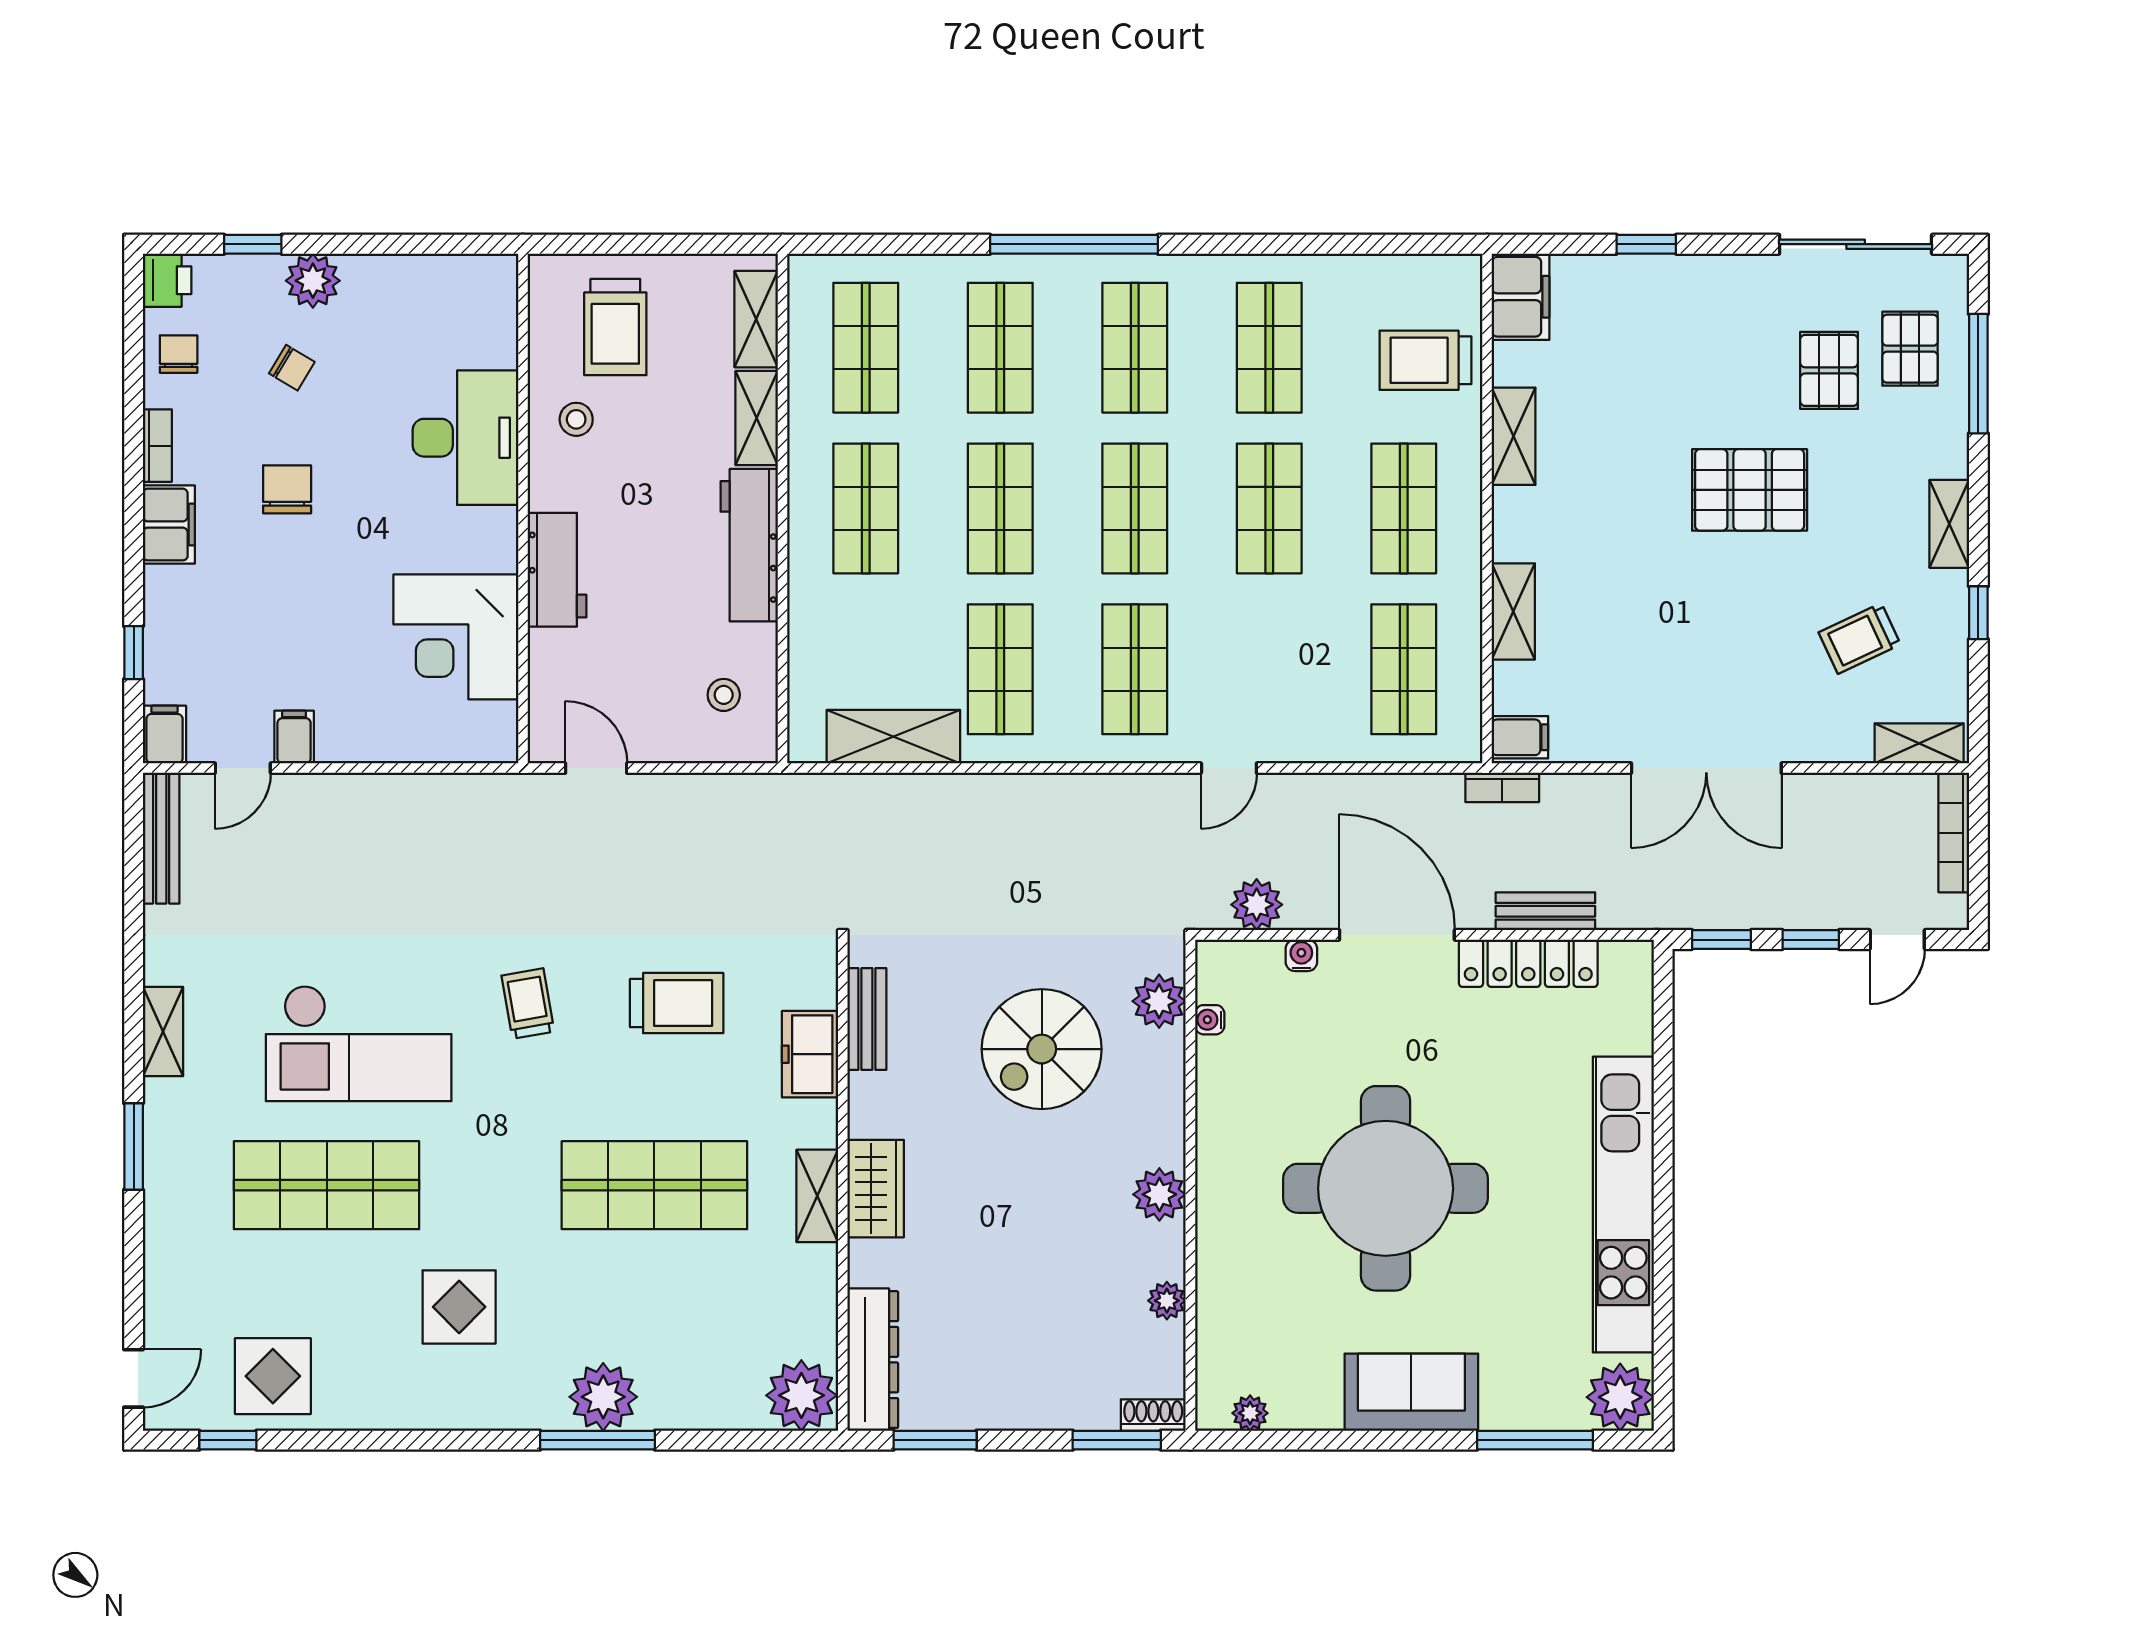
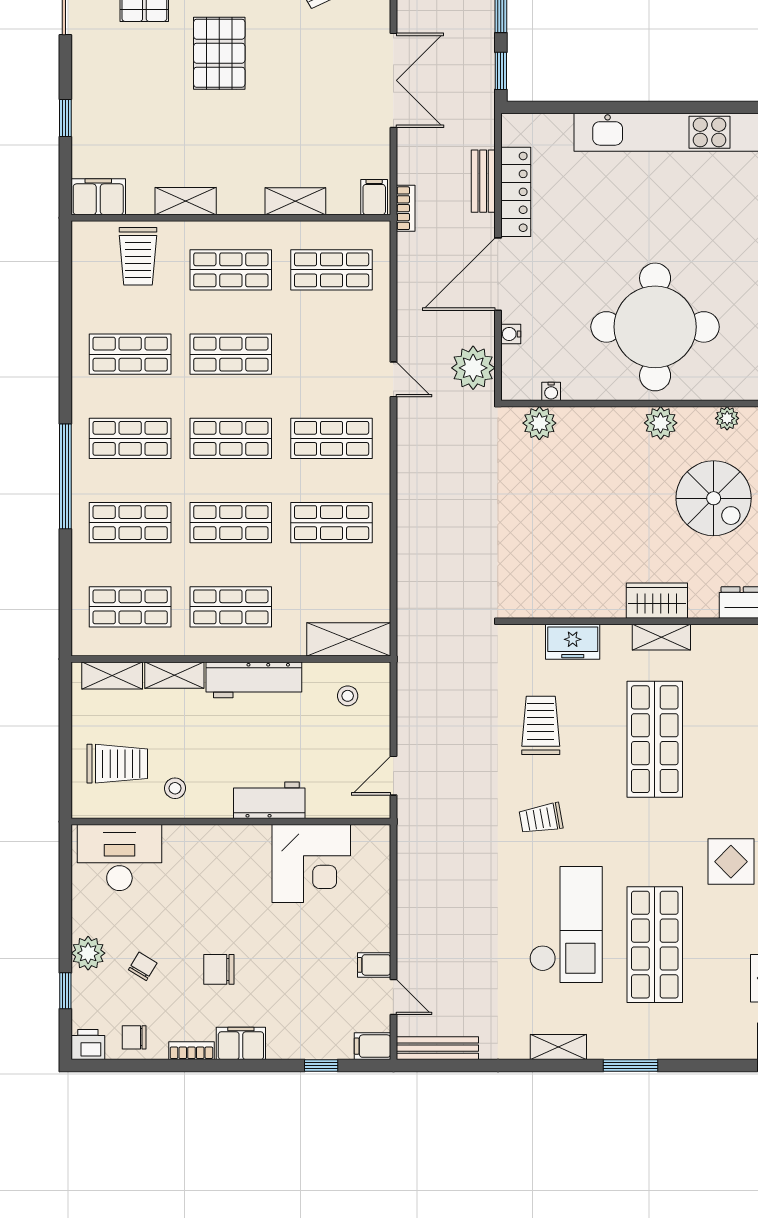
desk: (465, 438) -> (119, 858), moved
shelving: (893, 737) -> (349, 639), moved, turned 90
plant: (1257, 905) -> (473, 368), width x1.36, depth x1.36
bench: (867, 1019) -> (551, 606), removed
spiral stairs: (1042, 1049) -> (714, 498), moved
round table: (1386, 1188) -> (655, 327), moved

